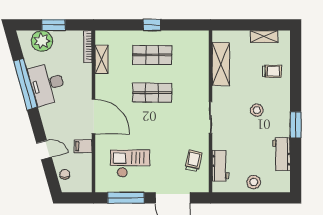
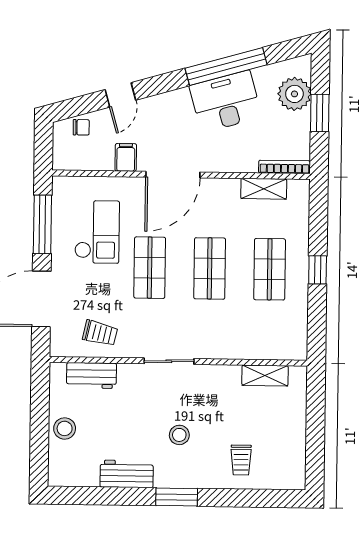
shelving: (264, 37) -> (297, 448), removed
shelving: (221, 64) -> (265, 375), width x0.67, depth x0.75
window: (296, 125) -> (177, 497), moved
shop shelf: (152, 130) -> (150, 268), added
workbench: (282, 154) -> (127, 474), moved

